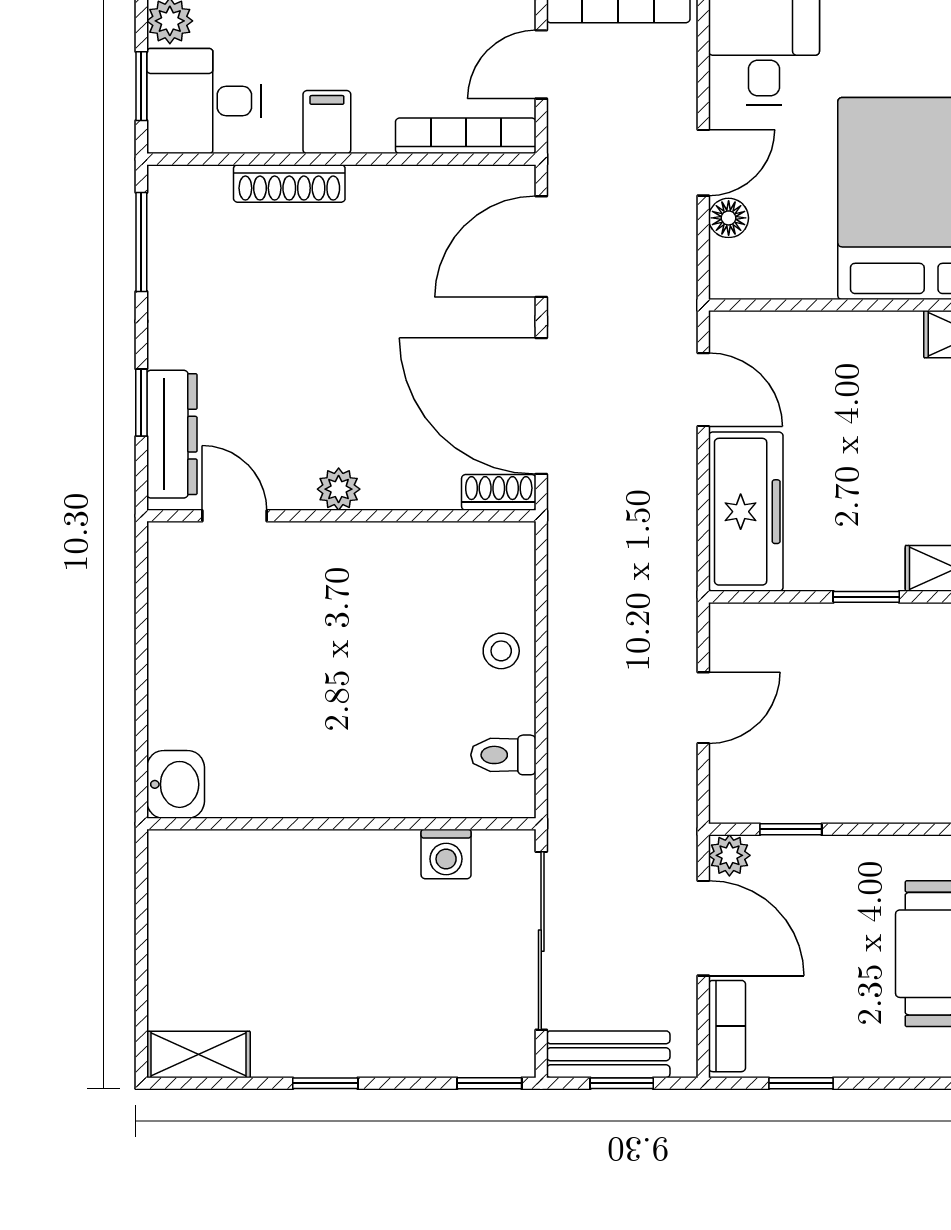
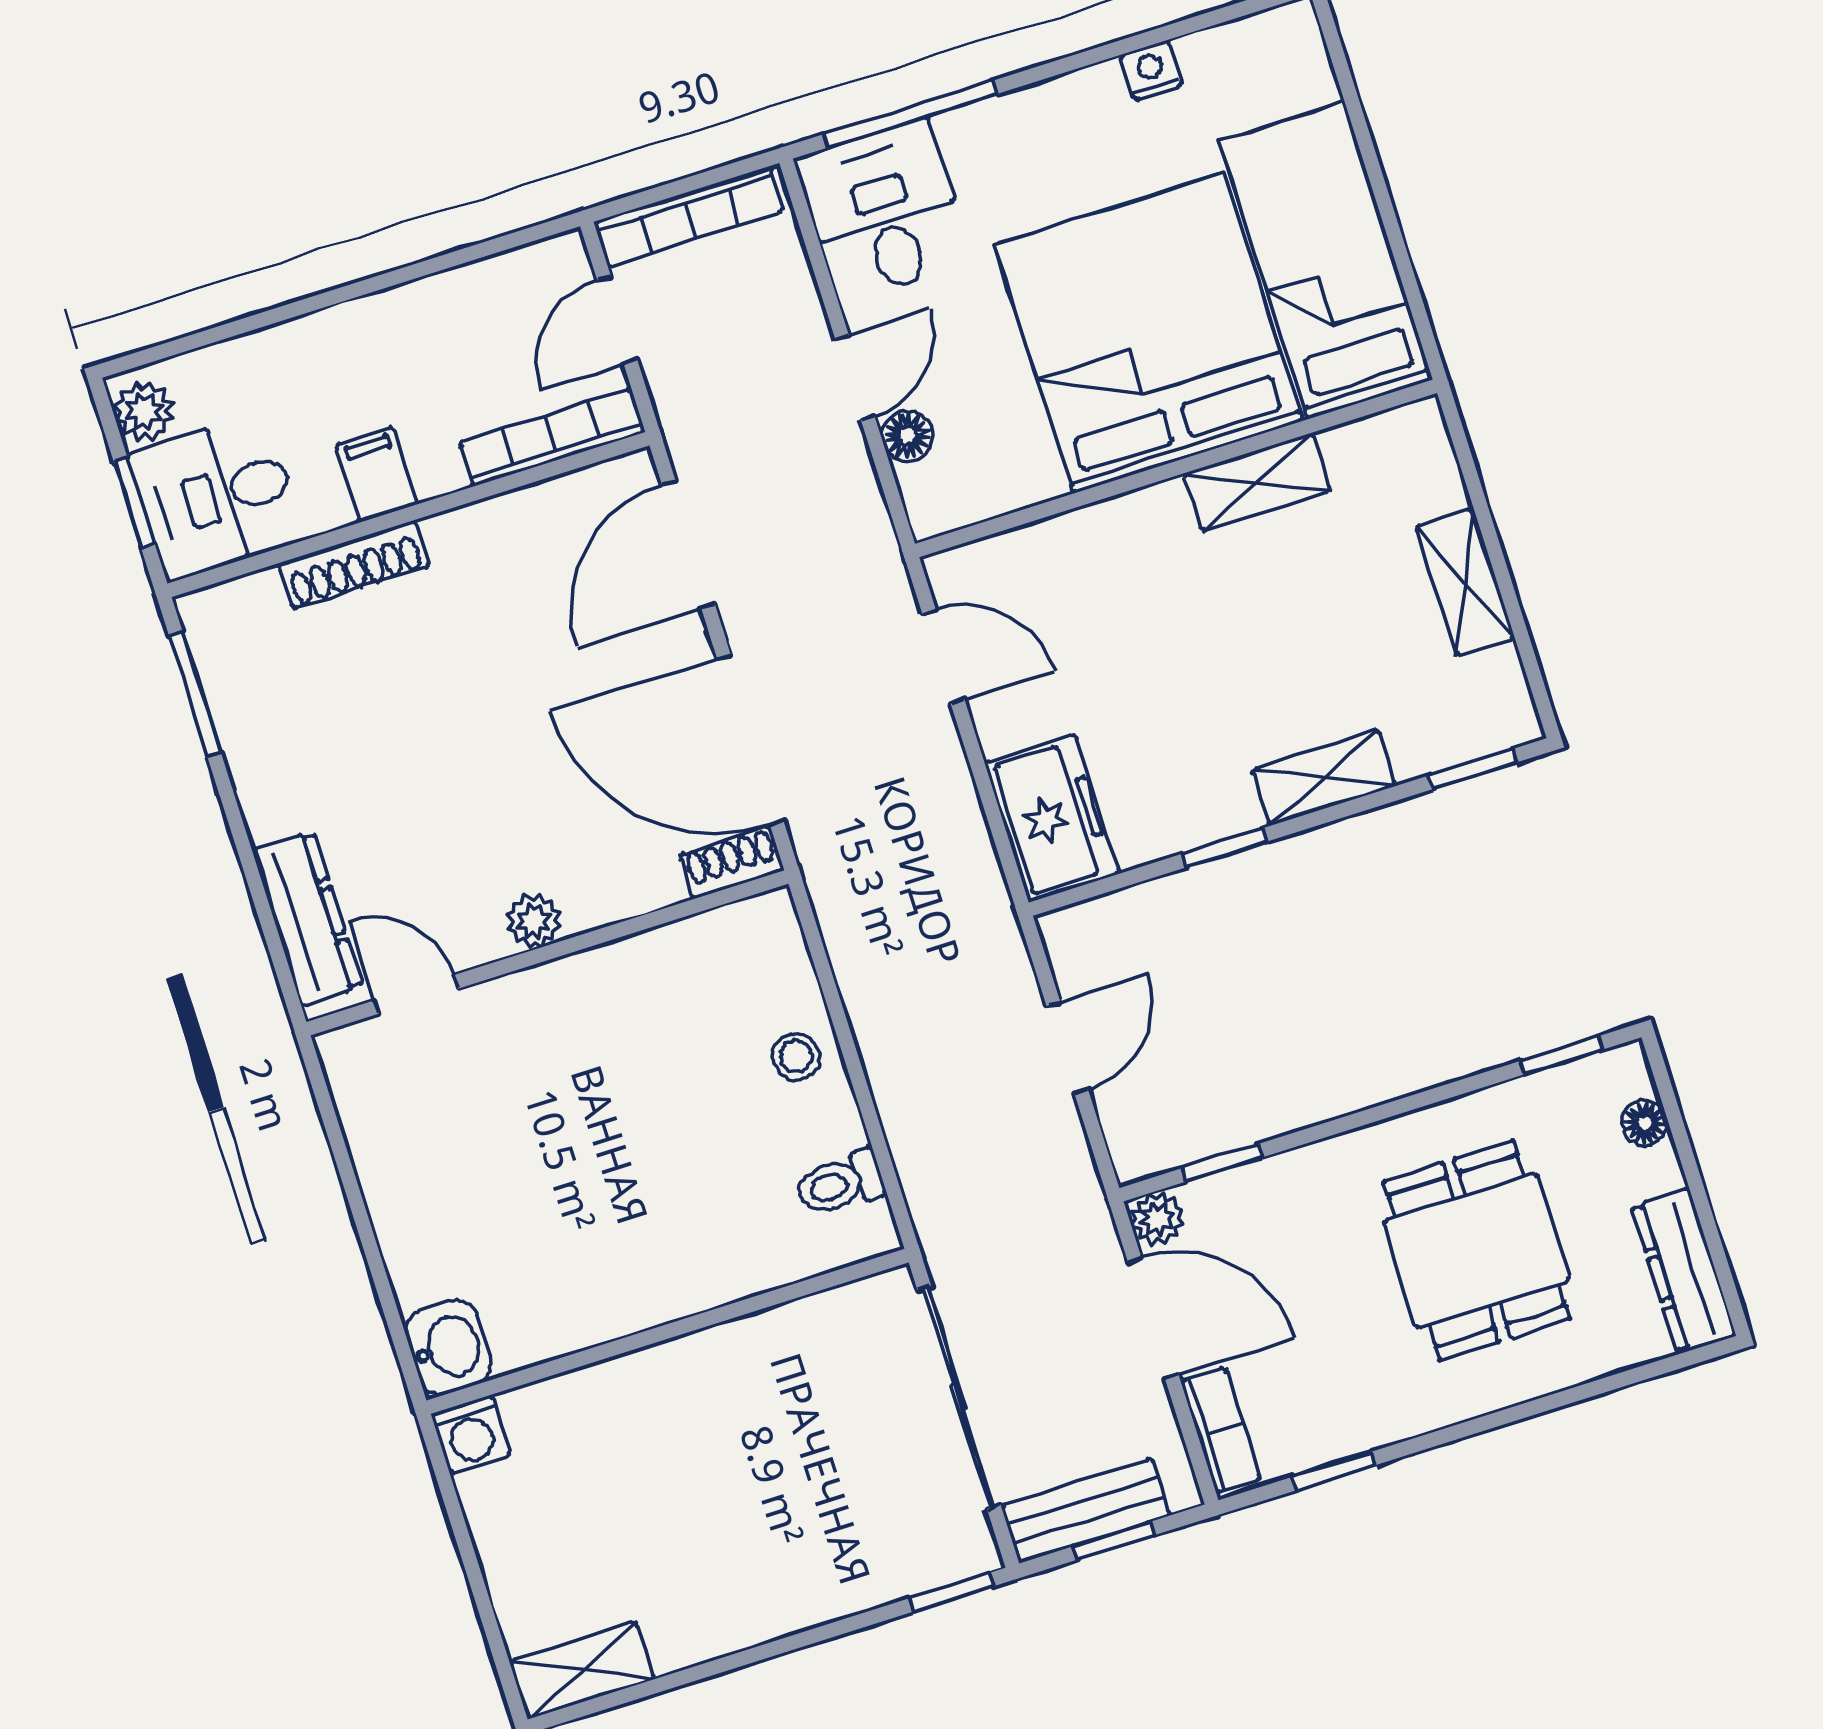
window: (141, 403) -> (258, 892), removed
freezer: (746, 512) -> (1052, 818), width x0.71
washing machine: (446, 854) -> (471, 1435), moved
window: (325, 1083) -> (749, 1656), removed

